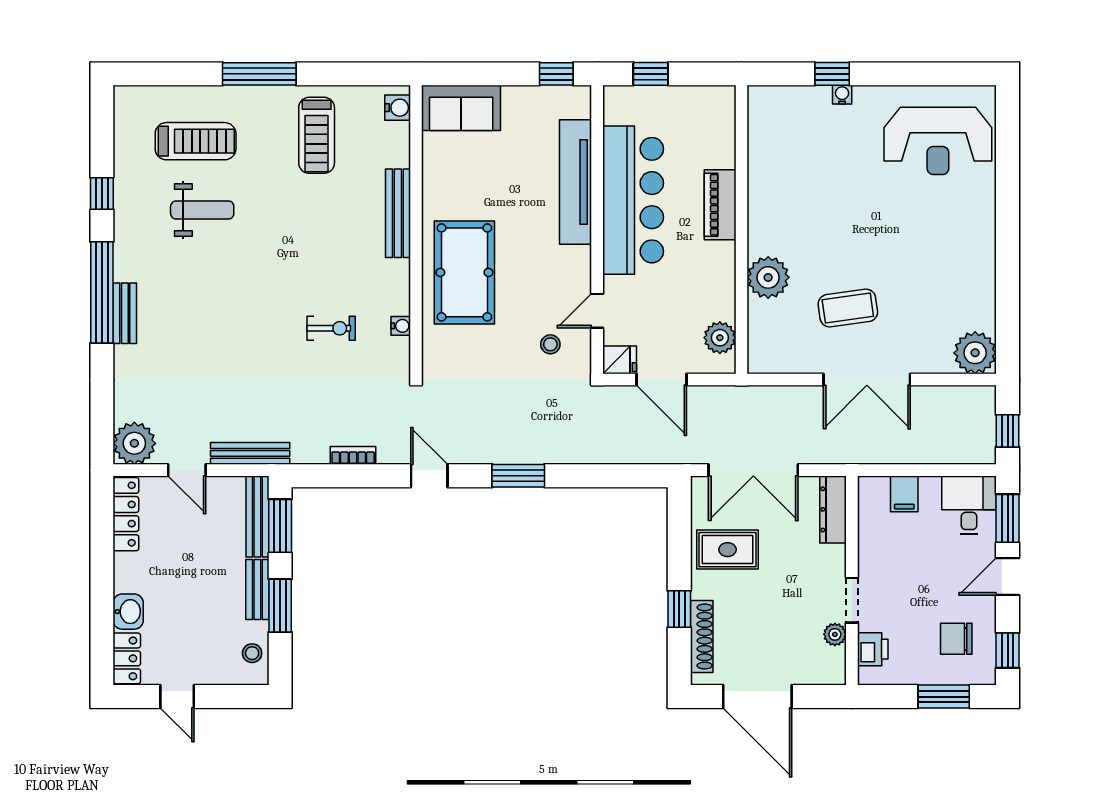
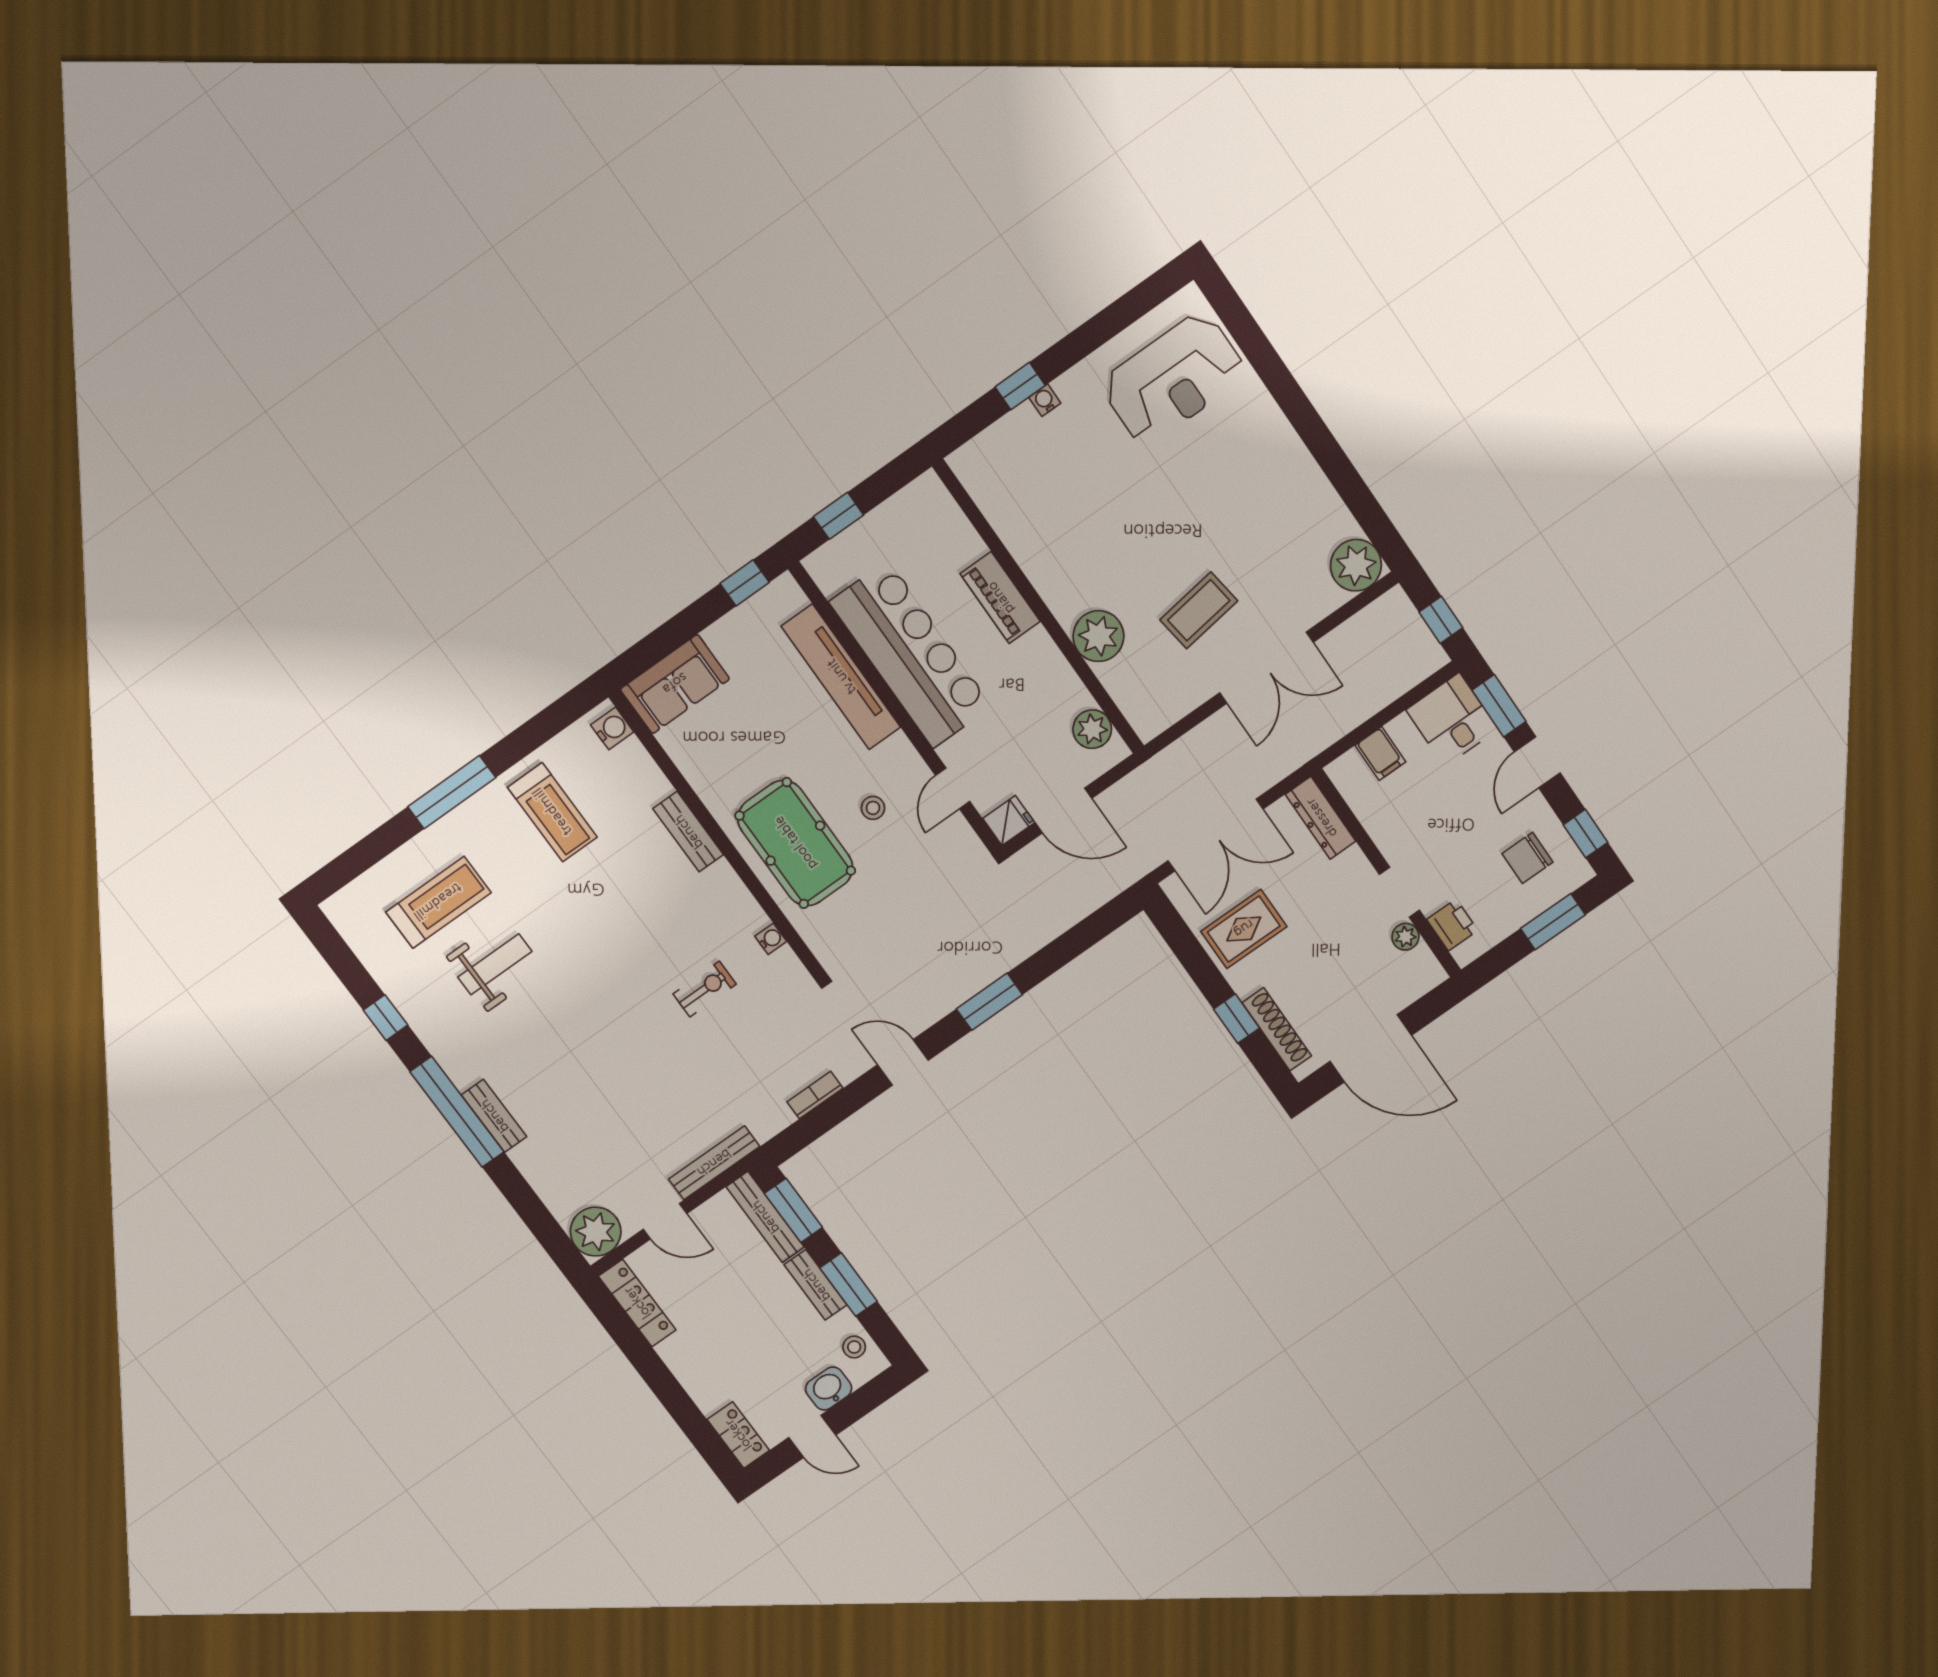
bench: (398, 213) -> (688, 832), width x0.73
stool: (550, 344) -> (873, 808), moved
washbasin: (128, 612) -> (829, 1389), moved, turned -90

